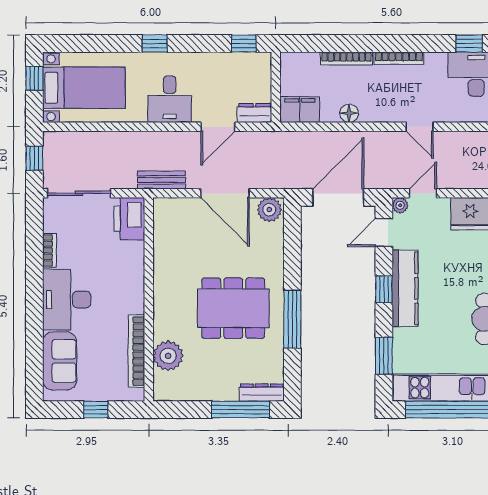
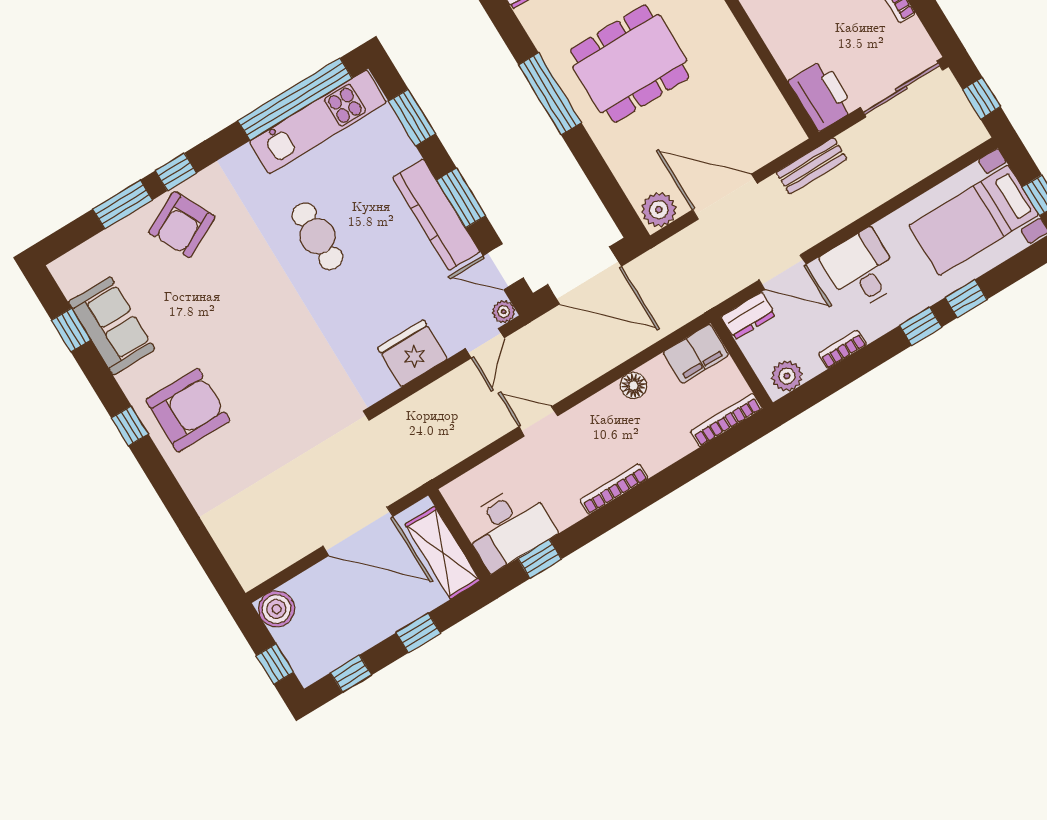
window: (244, 43) -> (966, 298), moved
bookcase: (210, 58) -> (843, 349), added
bookcase: (346, 58) -> (726, 420), moved
plant: (253, 63) -> (787, 376), added
door: (218, 127) -> (782, 272), swing flipped
door: (338, 197) -> (584, 275), hinge flipped
door: (384, 233) -> (503, 267), swing flipped
window: (384, 289) -> (461, 198), width x1.50

